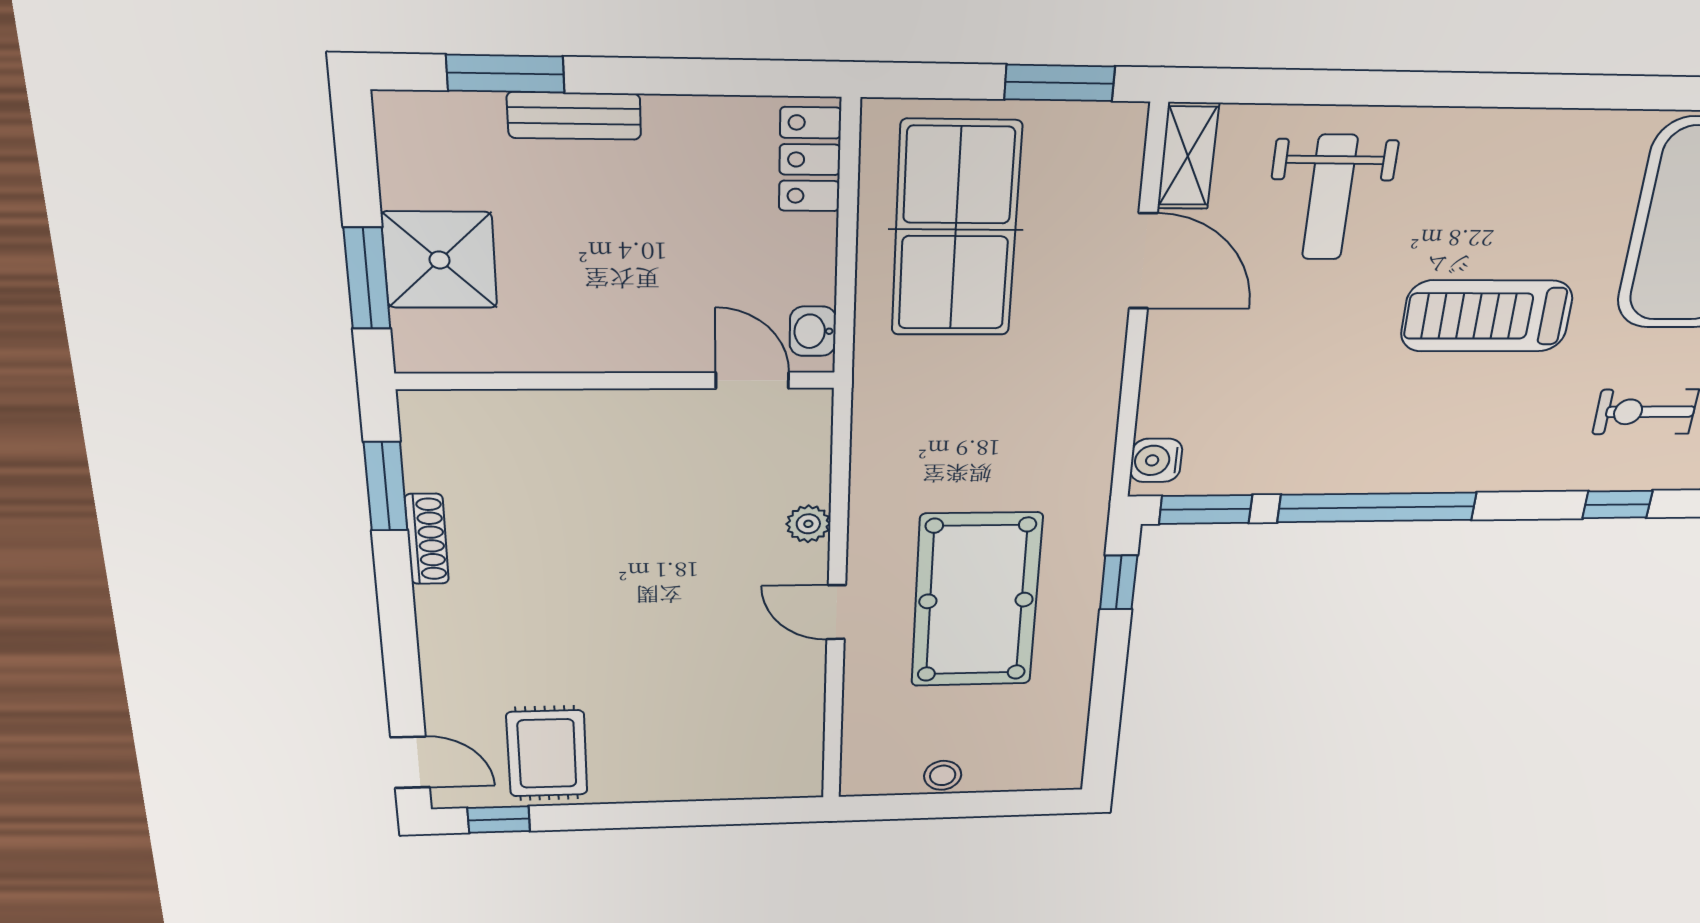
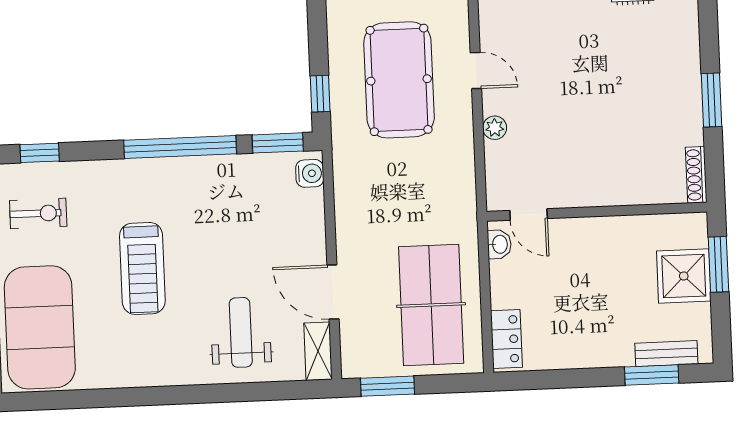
bench: (574, 116) -> (666, 354), moved
treadmill: (1487, 316) -> (142, 268), turned 90
window: (386, 486) -> (712, 100), moved
shoe rack: (427, 539) -> (696, 175), moved

